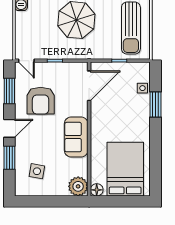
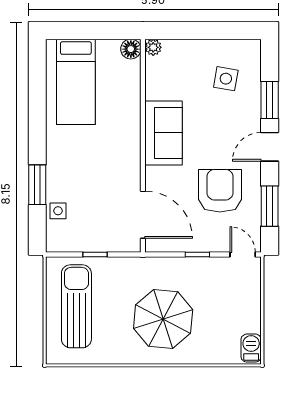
door: (89, 86) -> (143, 215), swing flipped
bed: (125, 169) -> (76, 82), width x0.67
plant: (78, 186) -> (153, 47), width x0.53, depth x0.53

